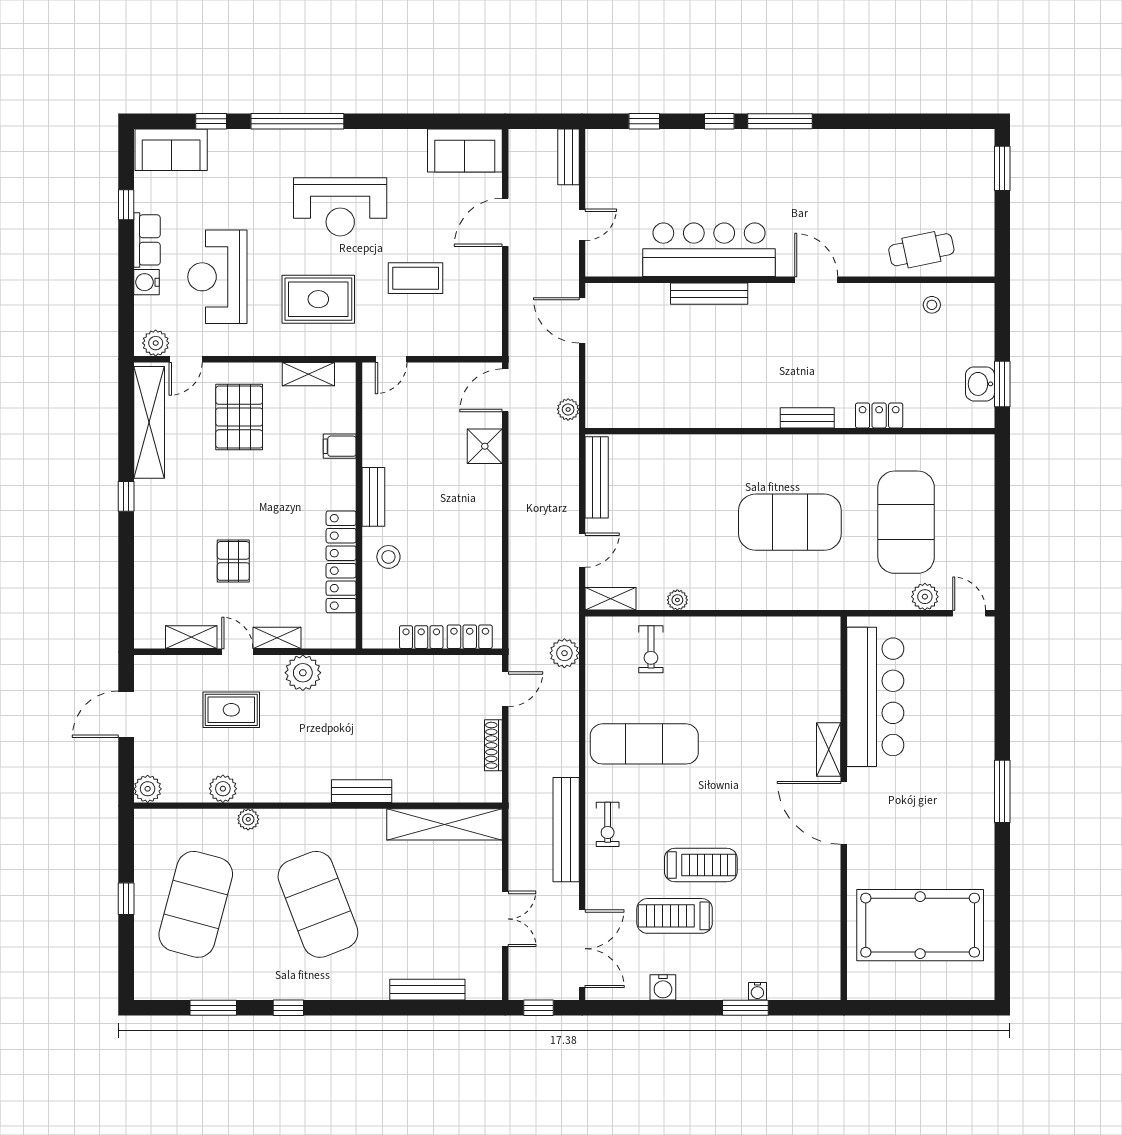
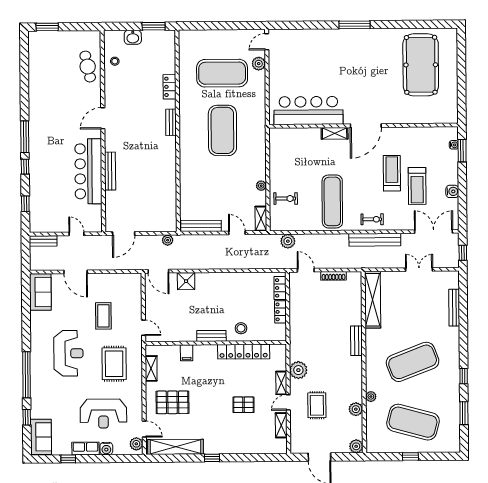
washbasin: (980, 384) -> (133, 37), moved
bar counter: (875, 697) -> (308, 110), moved
shelving: (829, 749) -> (335, 133), moved
wall: (844, 808) -> (363, 126), moved
door: (844, 813) -> (366, 126), moved

